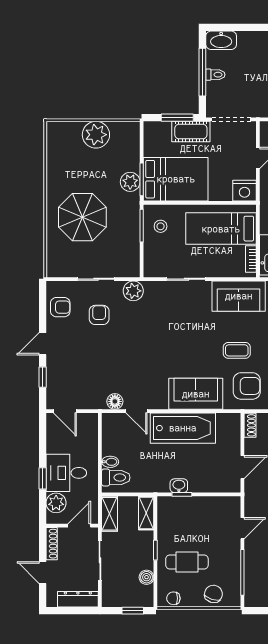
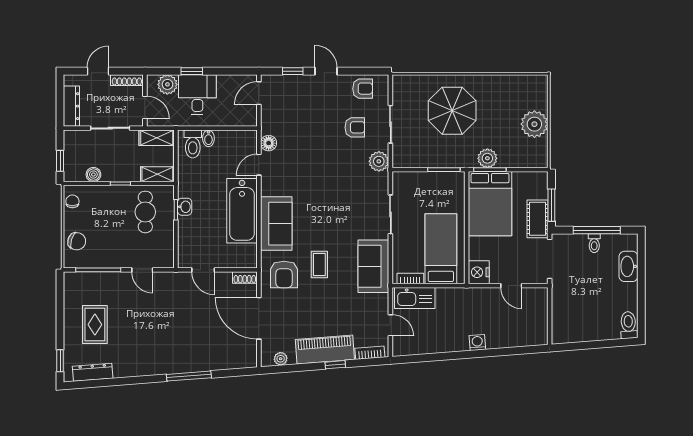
washbasin: (221, 40) -> (628, 266), moved
stool: (161, 226) -> (443, 189), removed
armchair: (60, 307) -> (363, 89), turned -90
cafe table: (187, 562) -> (145, 212), moved

